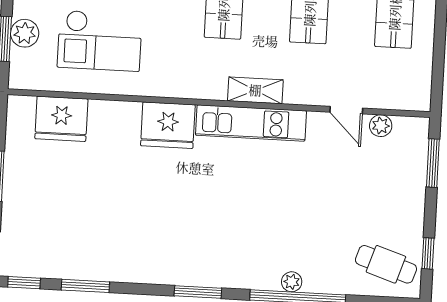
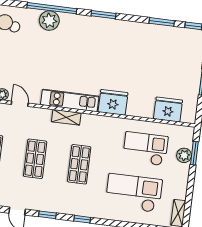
plant: (292, 282) -> (49, 21), width x1.88, depth x1.88

